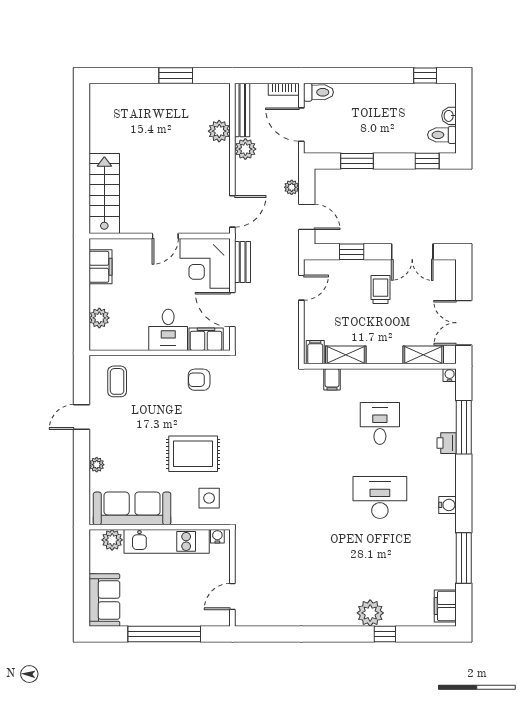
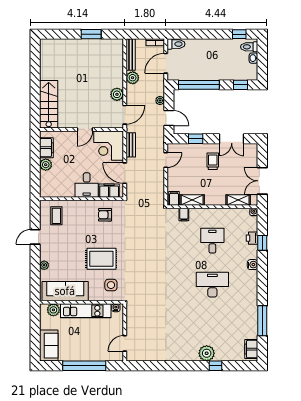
door: (301, 125) -> (166, 63), hinge flipped
plant: (219, 131) -> (117, 94), moved
toilet: (442, 135) -> (249, 47), moved
window: (357, 161) -> (199, 85), width x2.11
plant: (99, 318) -> (46, 165), moved
window: (464, 427) -> (262, 243), width x0.46
printer: (447, 443) -> (252, 238), moved
water cooler: (448, 505) -> (253, 265), moved

